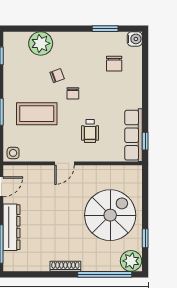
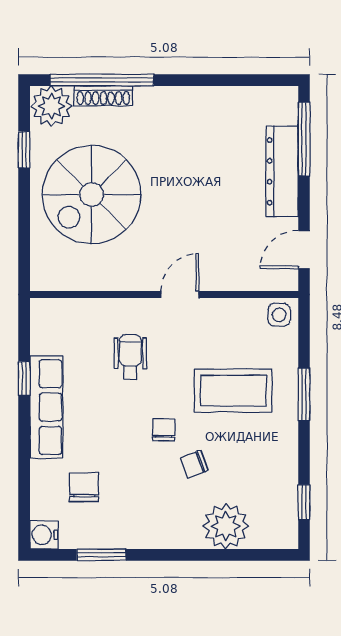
row of seats: (134, 135) -> (46, 407), moved
window: (145, 141) -> (24, 378), moved
shoe rack: (65, 266) -> (103, 96), moved

